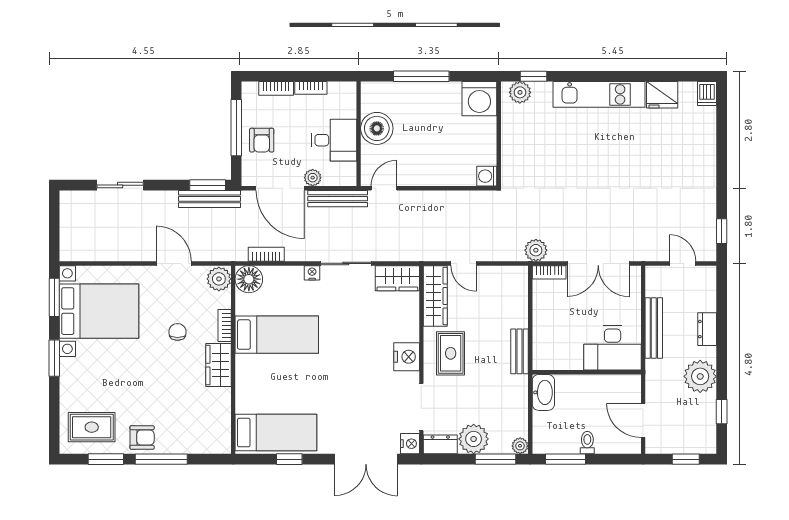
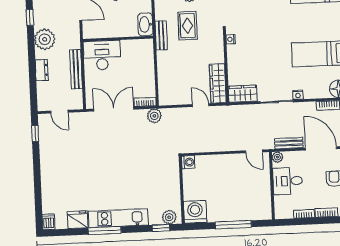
window: (621, 76) -> (105, 231), added
boiler: (377, 128) -> (260, 190), removed
plant: (313, 178) -> (277, 157), moved
door: (384, 188) -> (254, 151), hinge flipped
bench: (338, 199) -> (289, 143), width x0.73
bench: (519, 351) -> (161, 35), moved
rug: (451, 353) -> (188, 26), moved
nightstand: (407, 357) -> (231, 39), width x0.53, depth x0.56

